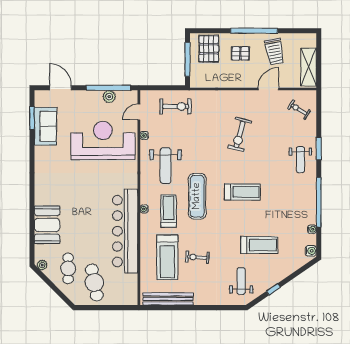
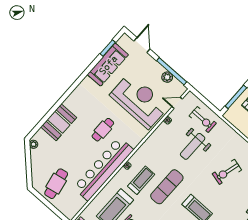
sofa: (45, 126) -> (108, 65), width x1.36
weight bench: (166, 166) -> (193, 146), moved
cafe table: (68, 268) -> (103, 130), moved

